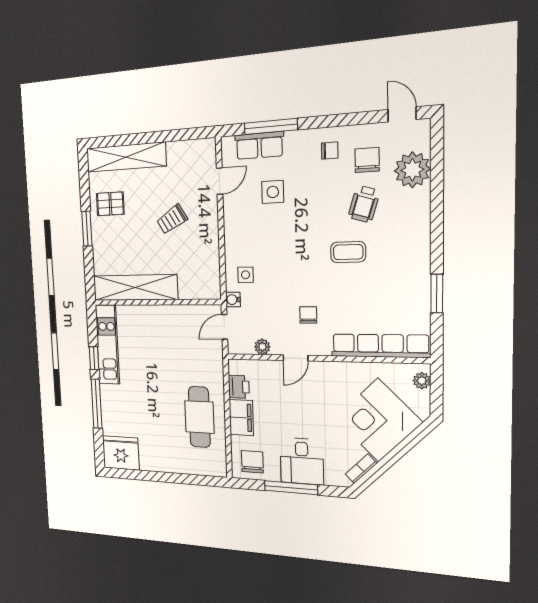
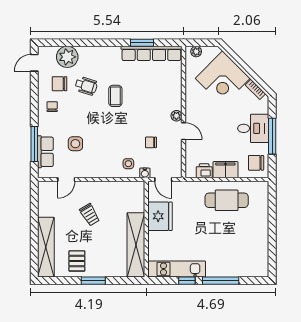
door: (220, 181) -> (66, 180), swing flipped
chair: (308, 315) -> (151, 142), moved
row of seats: (380, 346) -> (151, 53), moved, turned -90
plant: (262, 347) -> (176, 116), moved
fridge: (121, 453) -> (160, 216), moved, turned 180

